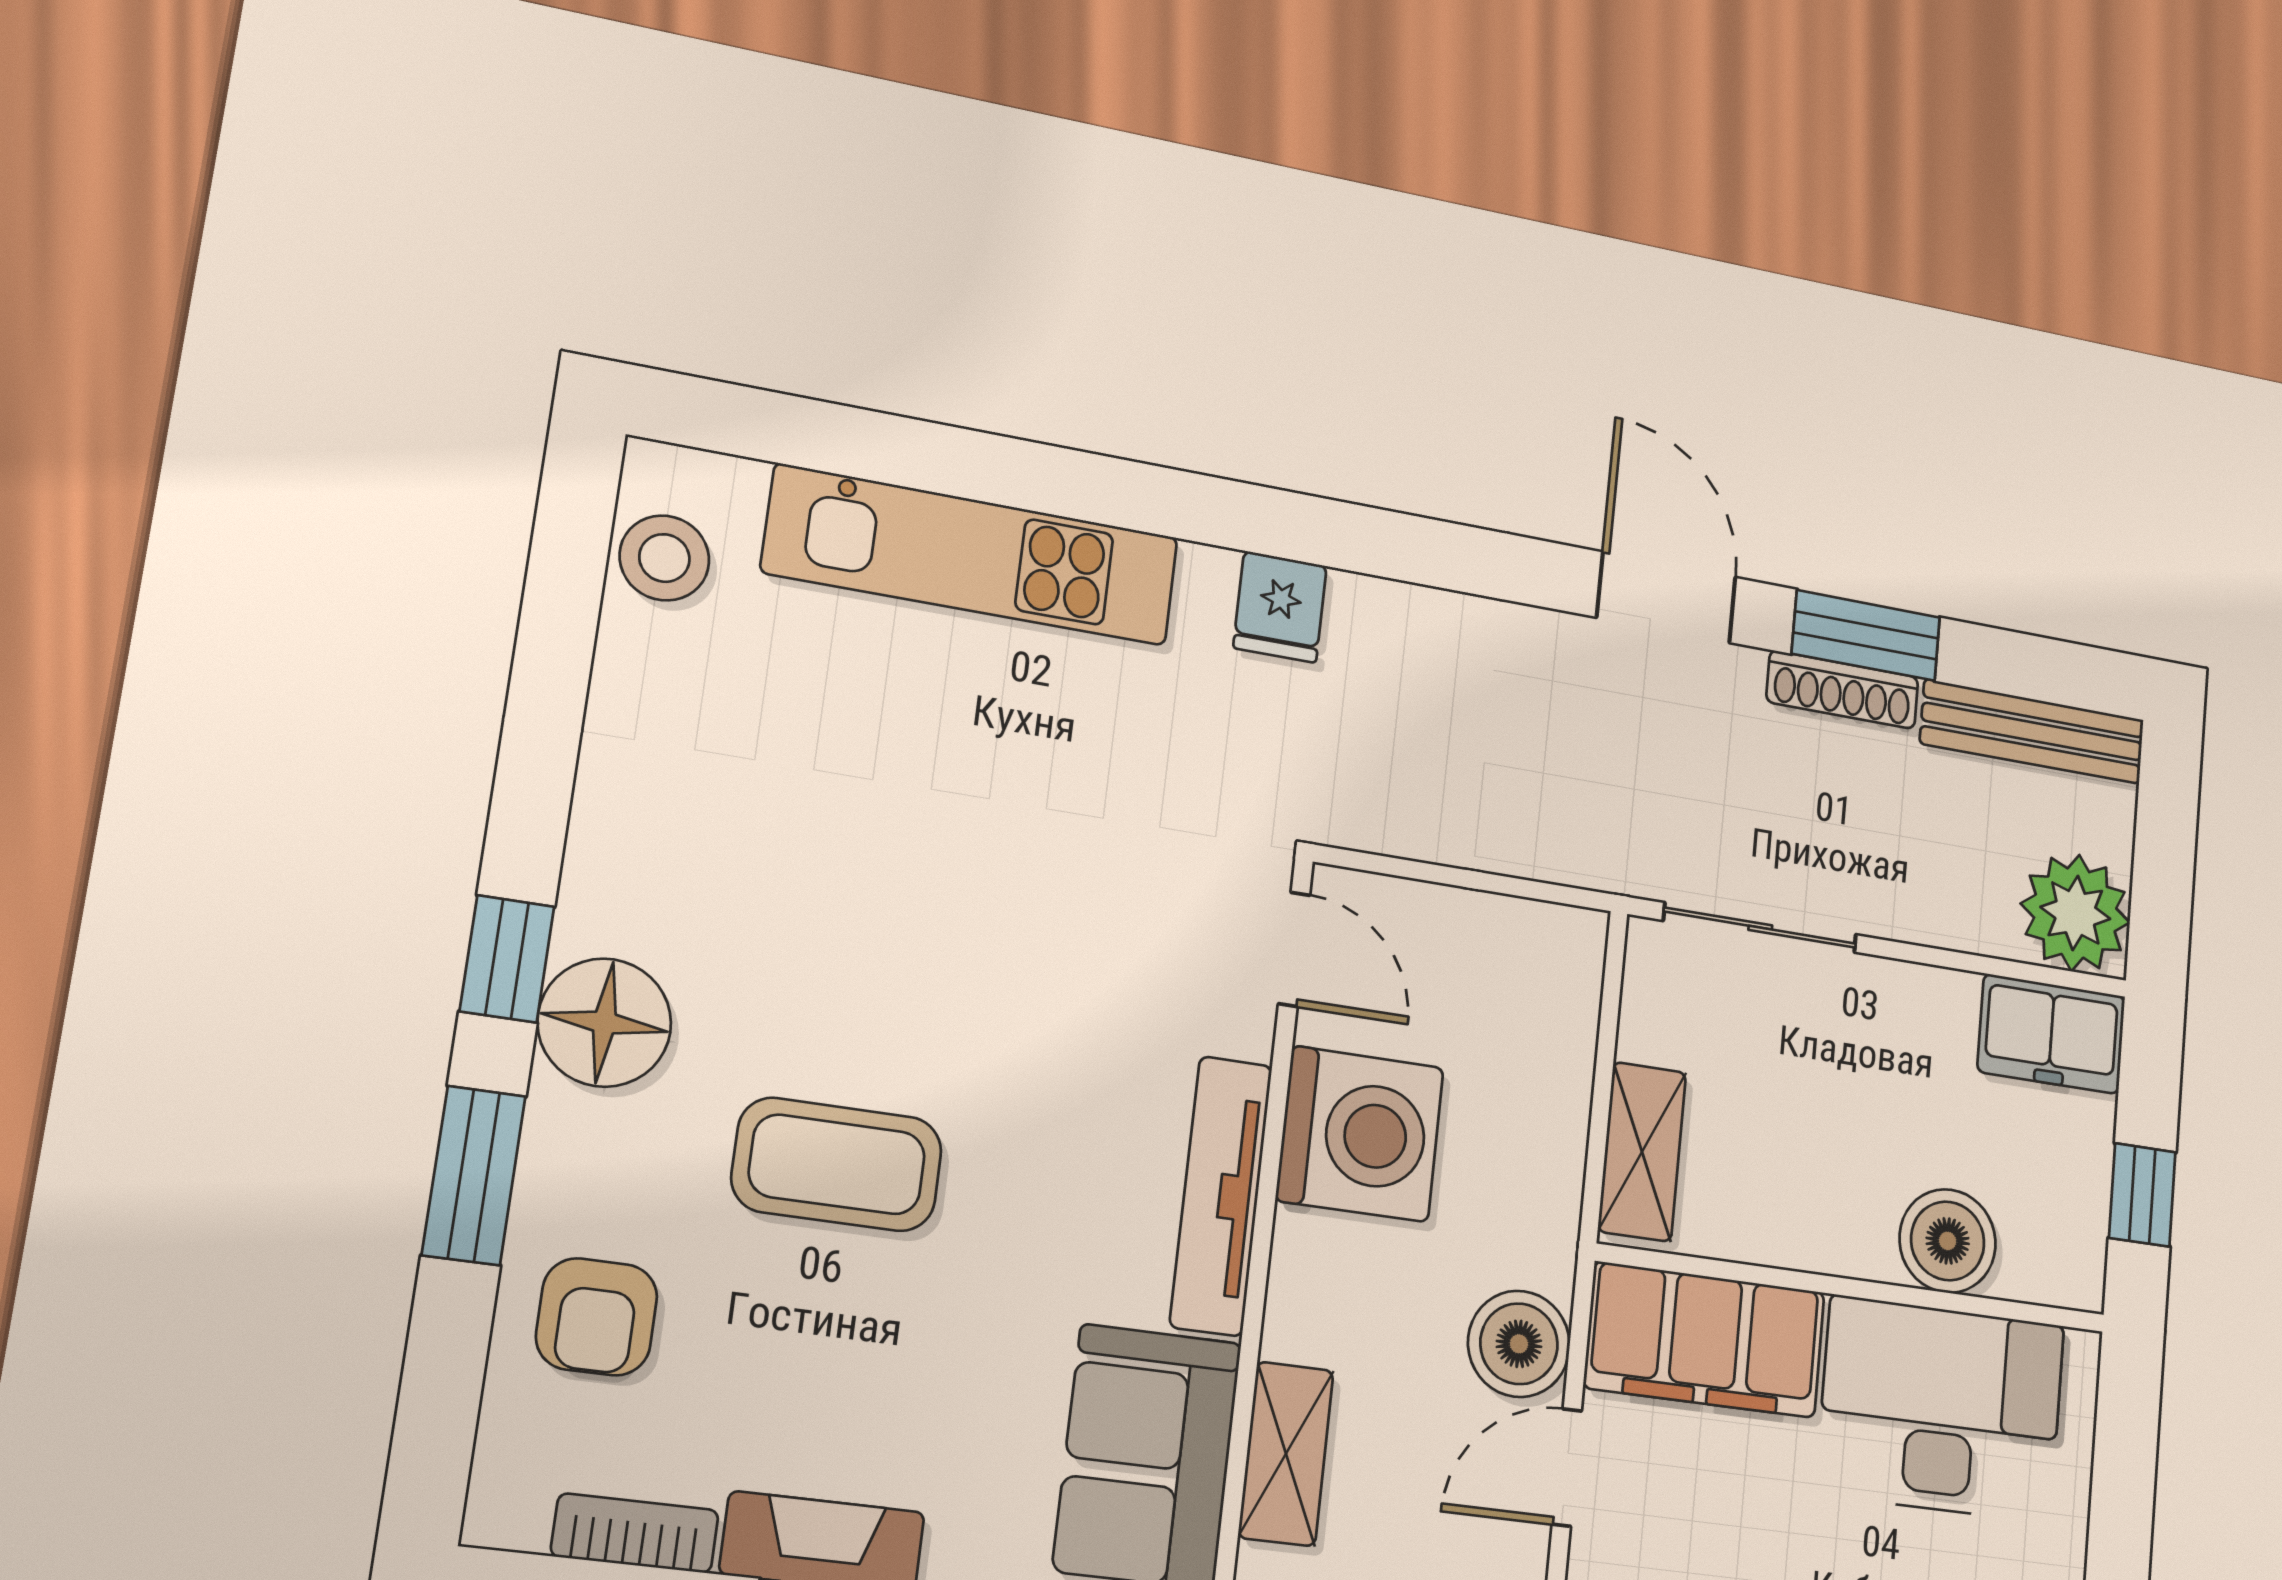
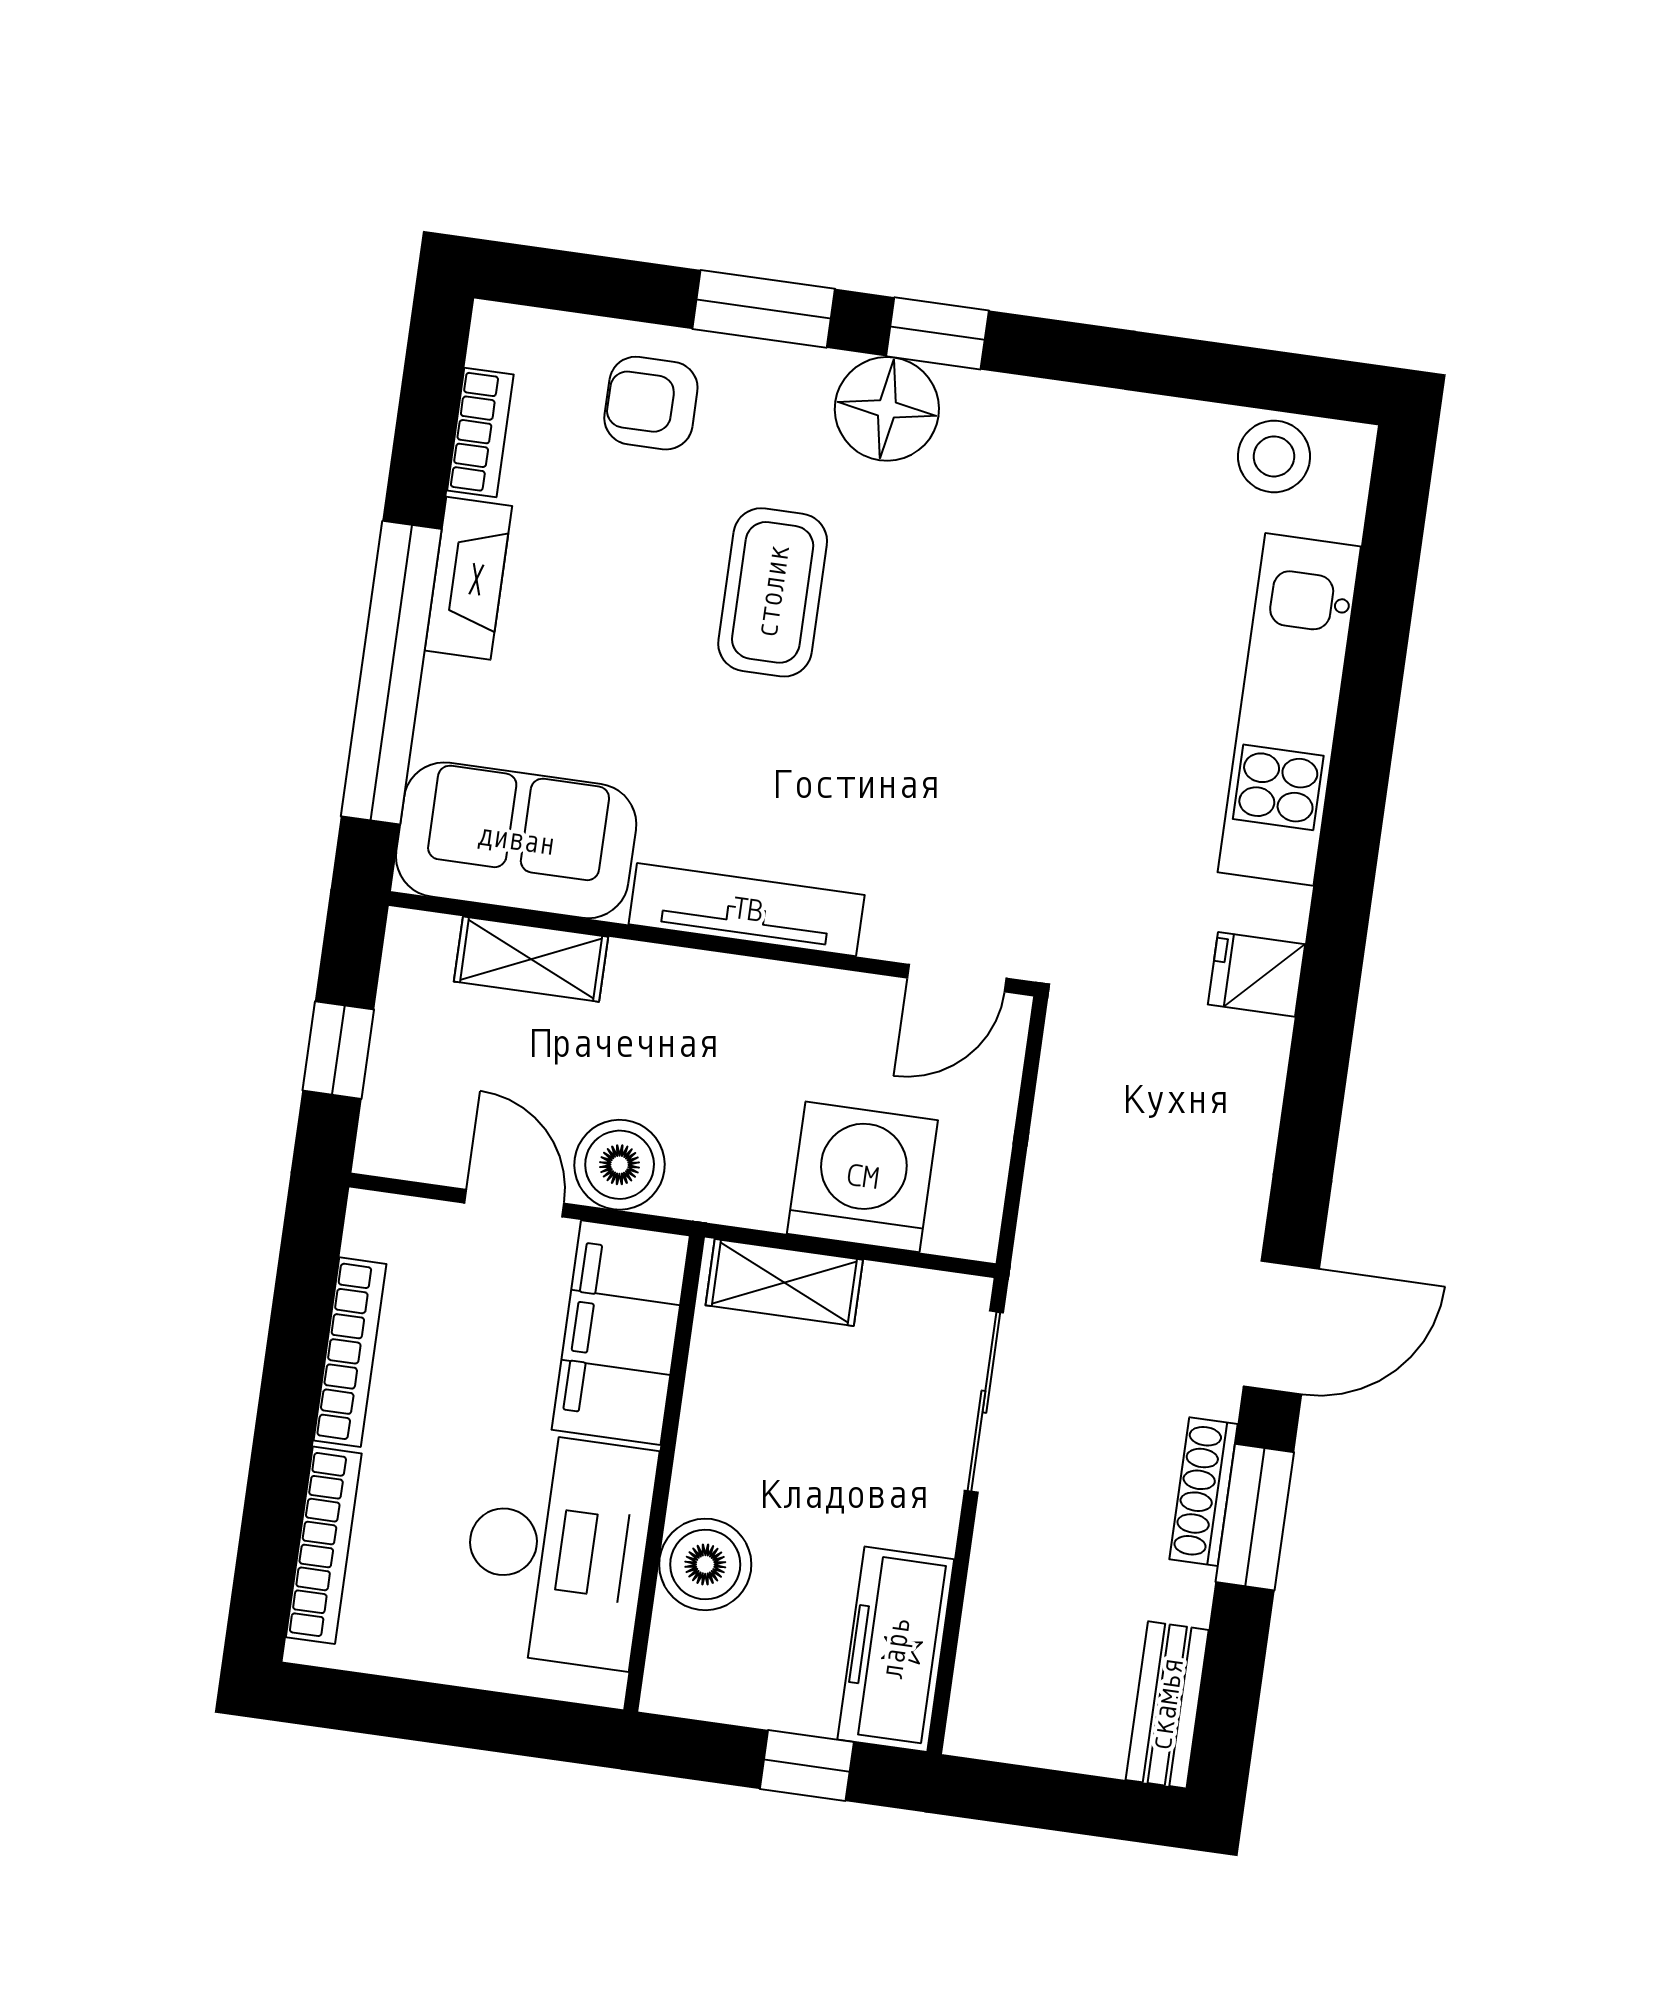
bench: (2033, 732) -> (1167, 1705), width x0.73
plant: (2075, 913) -> (1004, 1708), removed
freezer: (2051, 1034) -> (896, 1649), width x1.40
washing machine: (1360, 1134) -> (862, 1177), moved, turned 180
window: (2142, 1195) -> (807, 1765), moved

